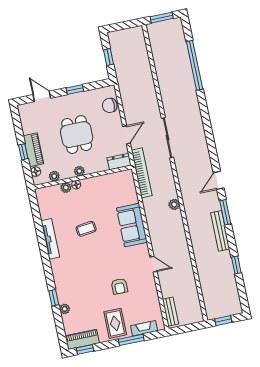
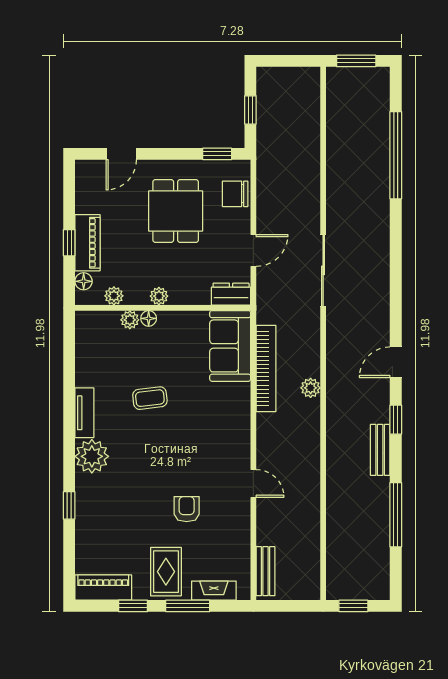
window: (75, 90) -> (217, 154), moved
door: (42, 96) -> (121, 154), swing flipped
dining table: (77, 135) -> (176, 211), moved
bookcase: (142, 173) -> (266, 368), moved
window: (225, 212) -> (396, 420), width x0.67
sofa: (132, 225) -> (230, 346), moved
bench: (220, 231) -> (380, 450), width x0.73
tv unit: (50, 239) -> (84, 413), width x0.71
window: (236, 265) -> (396, 515), width x2.17
armchair: (119, 286) -> (187, 509), turned 180
plant: (65, 309) -> (92, 456), moved, width x1.88, depth x1.88
window: (85, 350) -> (133, 606), moved

